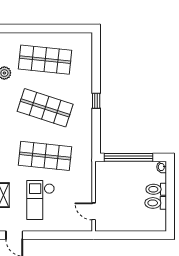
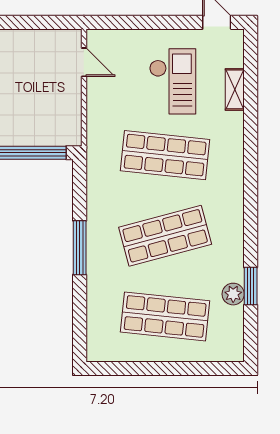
window: (96, 101) -> (80, 248), width x2.17
shop shelf: (45, 108) -> (165, 236), turned -33

